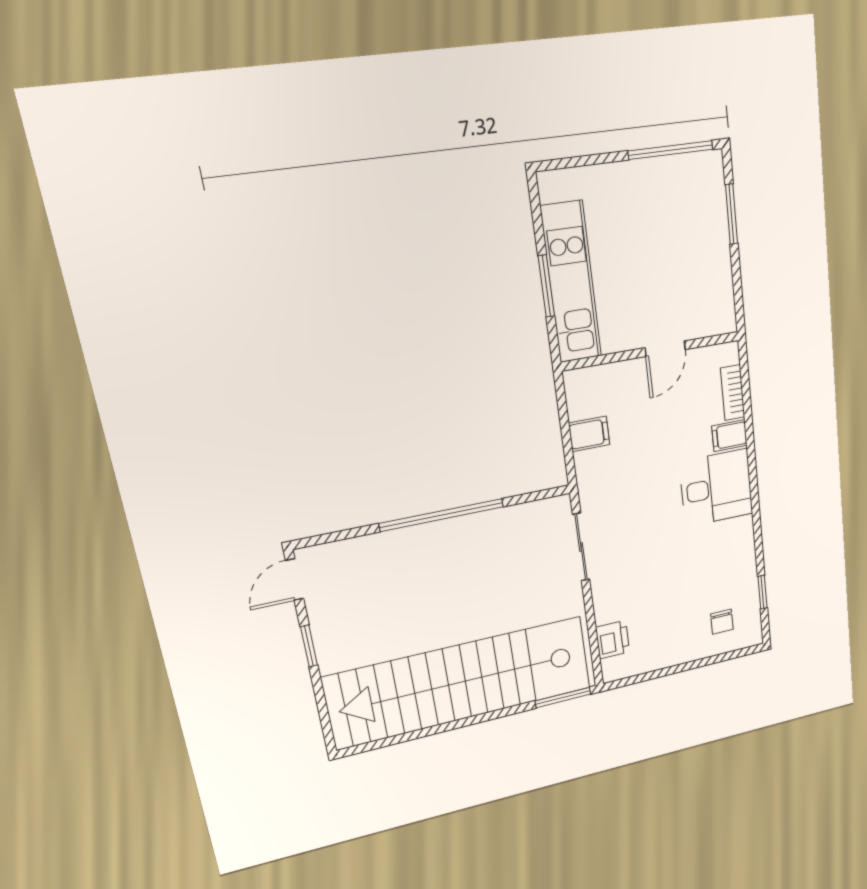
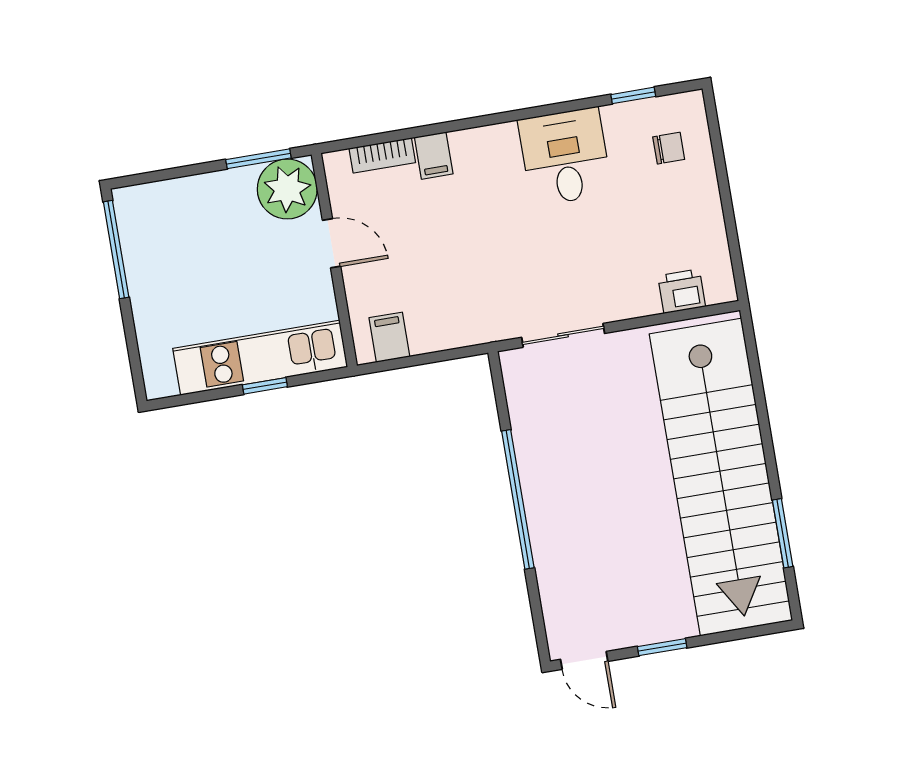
window: (732, 214) -> (258, 159), moved
window: (546, 286) -> (265, 386), width x0.67
plant: (712, 310) -> (287, 189), added
filing cabinet: (589, 434) -> (389, 337), moved
desk: (716, 488) -> (565, 157), moved
window: (563, 698) -> (783, 533), moved

